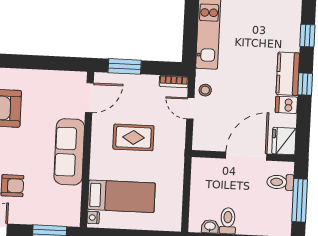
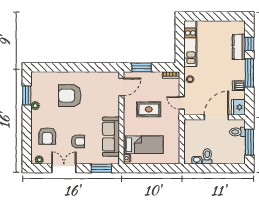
kitchen counter: (288, 74) -> (239, 47), moved
window: (305, 84) -> (249, 73), width x2.17
door: (190, 108) -> (182, 103), moved
sofa: (69, 152) -> (111, 137), moved

